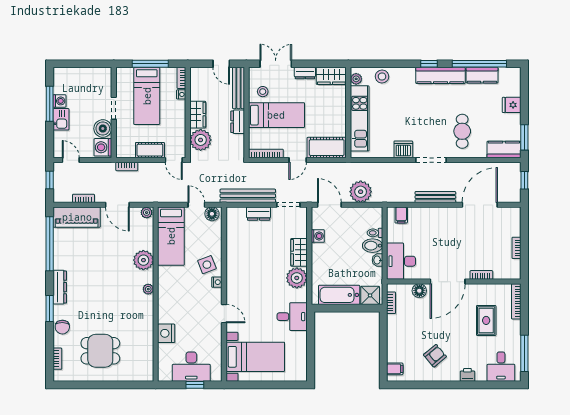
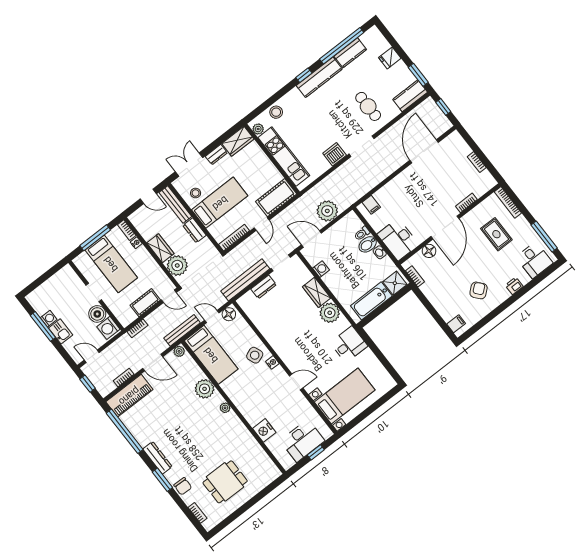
bench: (435, 197) -> (182, 330), moved

